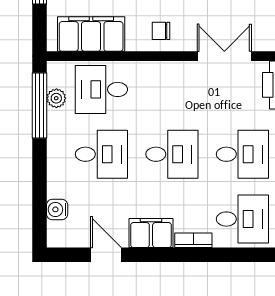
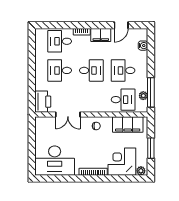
desk: (172, 154) -> (91, 70), turned 180
door: (106, 255) -> (121, 25), hinge flipped

